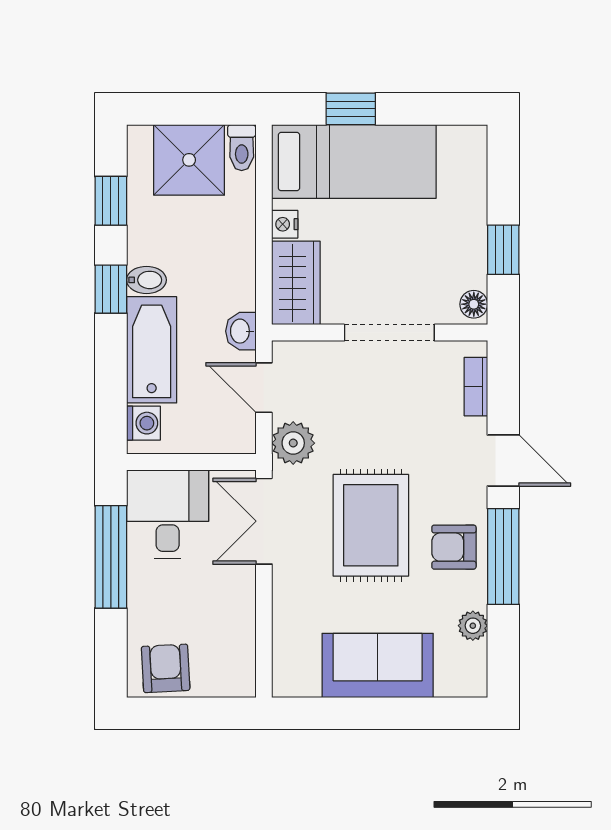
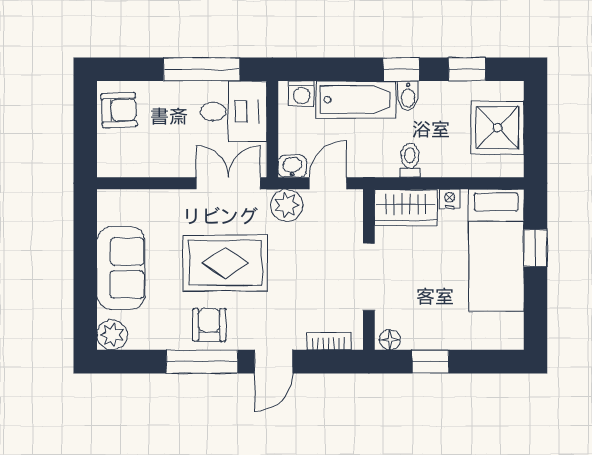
toilet: (242, 148) -> (410, 160), moved, turned 90
washbasin: (241, 331) -> (292, 166), moved
plant: (473, 626) -> (112, 335), moved, width x1.38, depth x1.38

